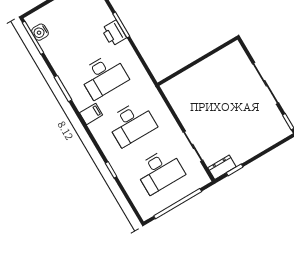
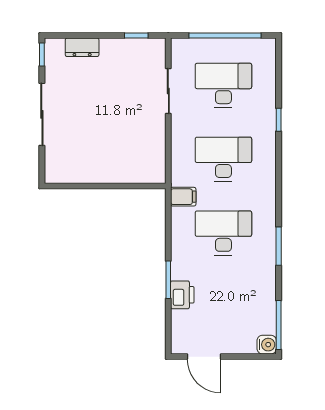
water cooler: (40, 32) -> (267, 345), moved
printer: (114, 33) -> (182, 295), moved
filing cabinet: (91, 114) -> (183, 197), moved, turned 180
dresser: (222, 167) -> (82, 47), moved

